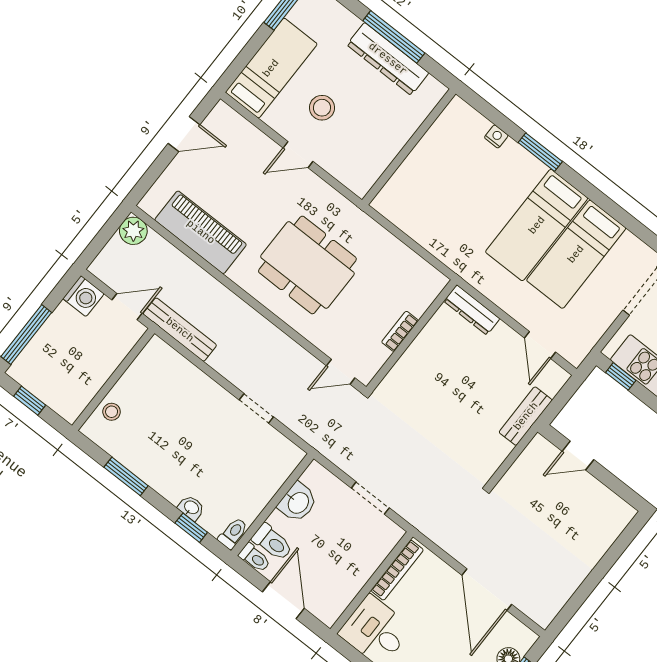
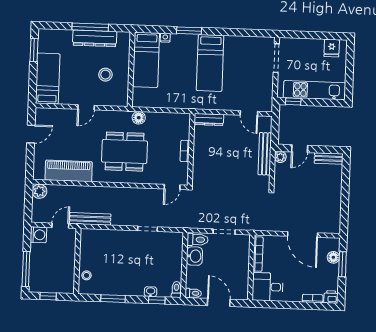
stool: (322, 108) -> (105, 75), moved
floor lamp: (367, 229) -> (139, 118), added
bed: (576, 254) -> (146, 60), moved
bench: (526, 416) -> (265, 154), width x1.36
plant: (539, 447) -> (280, 157), added
bench: (611, 503) -> (329, 158), added
toilet: (272, 542) -> (197, 240), moved

